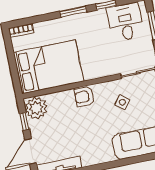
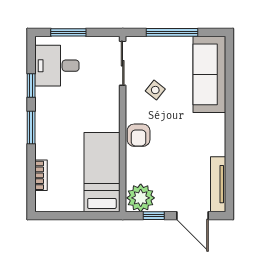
bookcase: (21, 30) -> (41, 175), moved
bed: (49, 67) -> (102, 172), width x0.67

